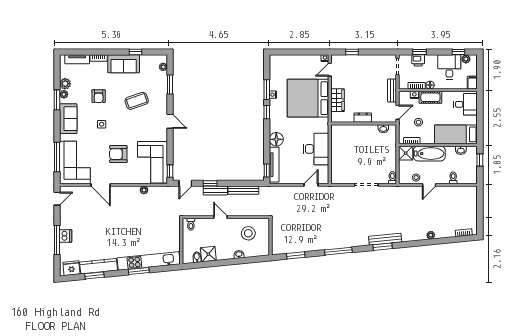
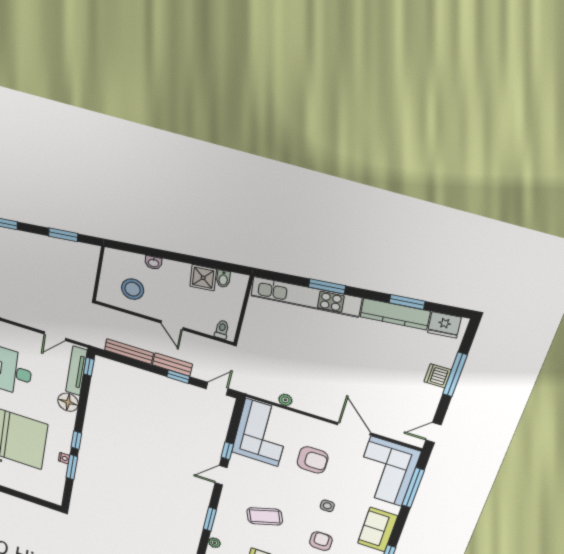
door: (170, 121) -> (221, 475), hinge flipped
window: (170, 171) -> (227, 451), moved
door: (311, 185) -> (55, 336), moved

